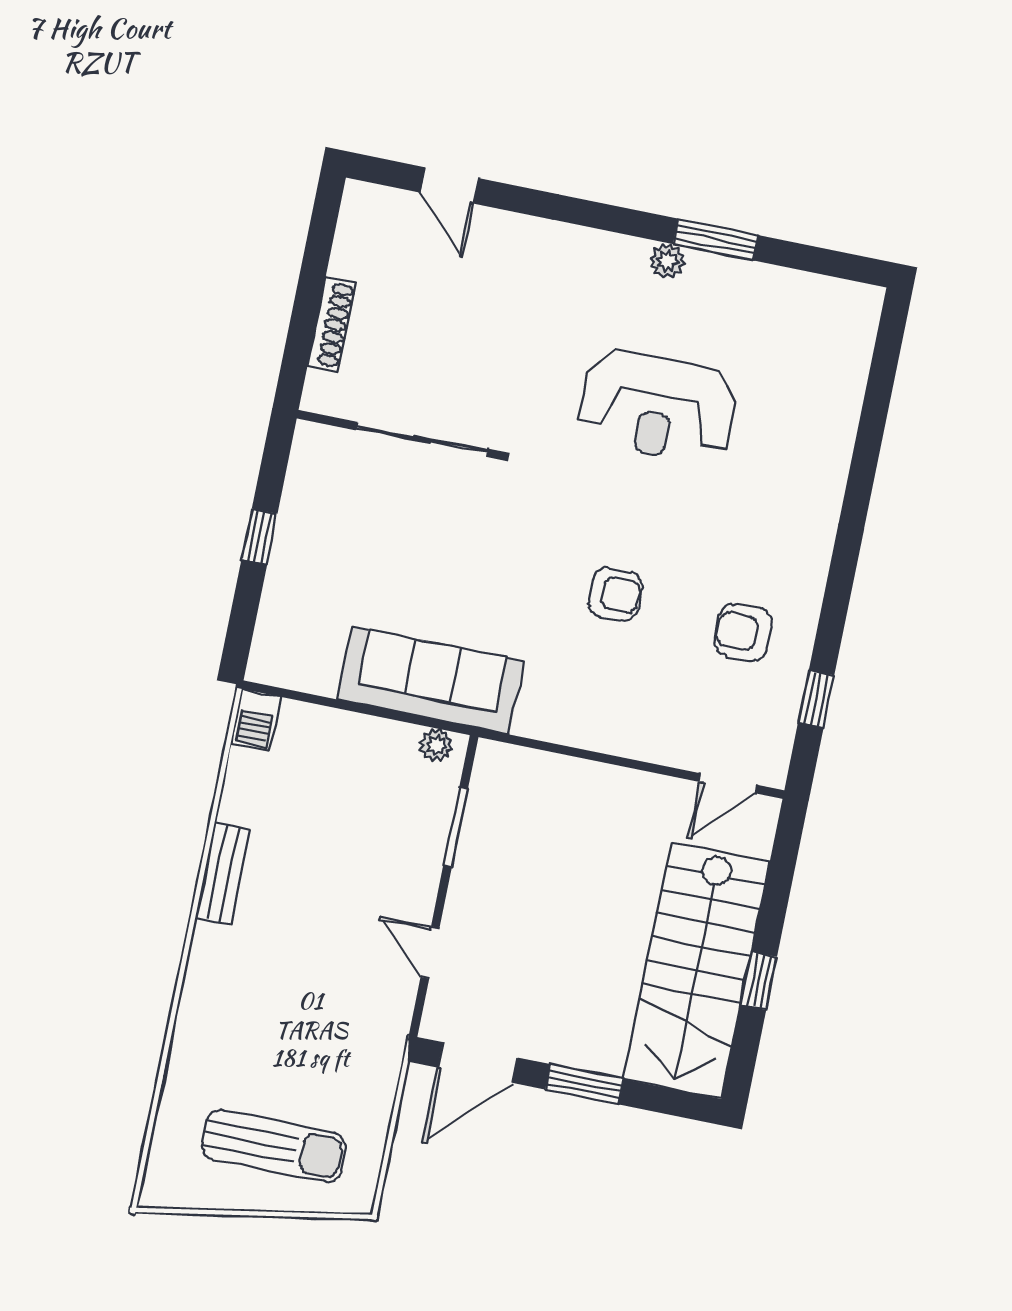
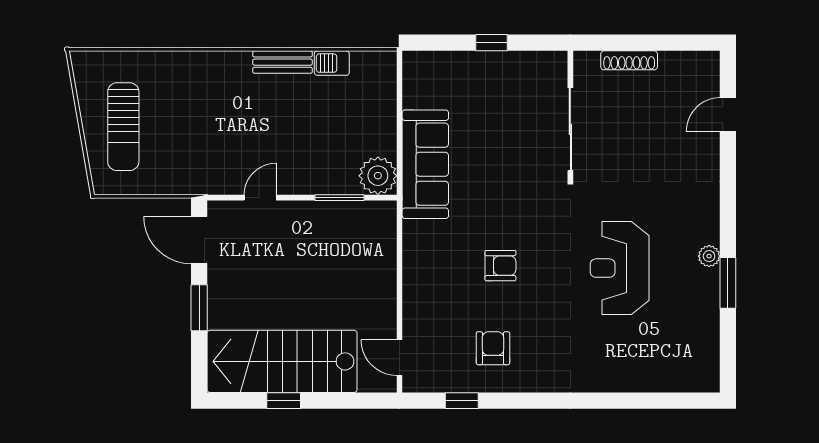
armchair: (615, 594) -> (500, 266), turned -90
barbecue: (256, 720) -> (332, 63), moved
plant: (436, 745) -> (378, 176), width x1.88, depth x1.88

